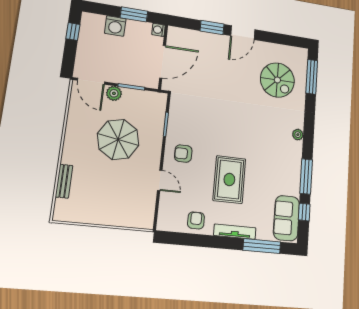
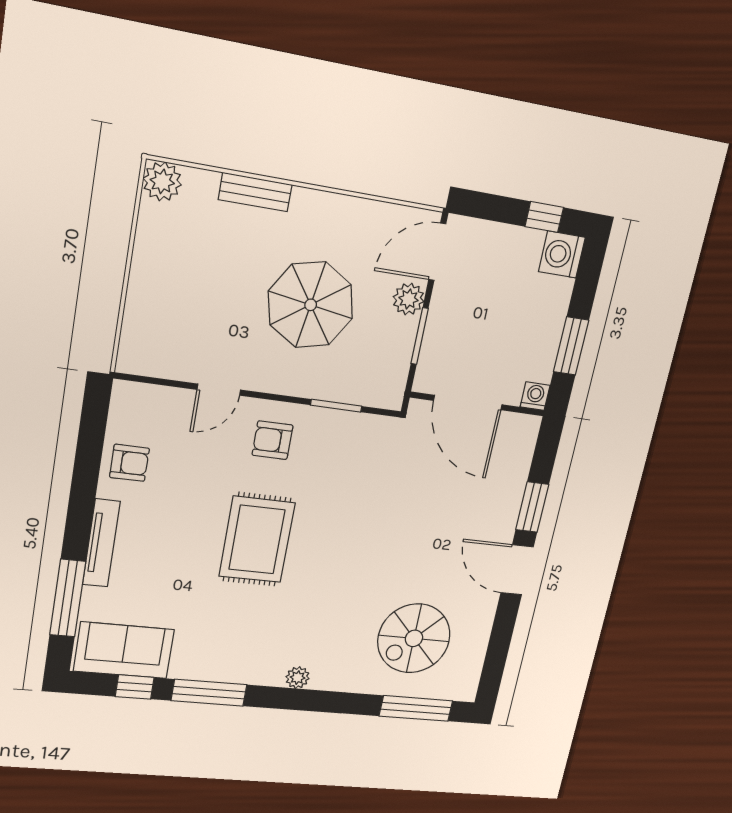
washing machine: (115, 26) -> (562, 254), moved
armchair: (183, 154) -> (272, 440), turned -90
rug: (229, 180) -> (257, 540), moved, turned 90
bench: (64, 181) -> (255, 192), moved
plant: (62, 212) -> (162, 182), added

